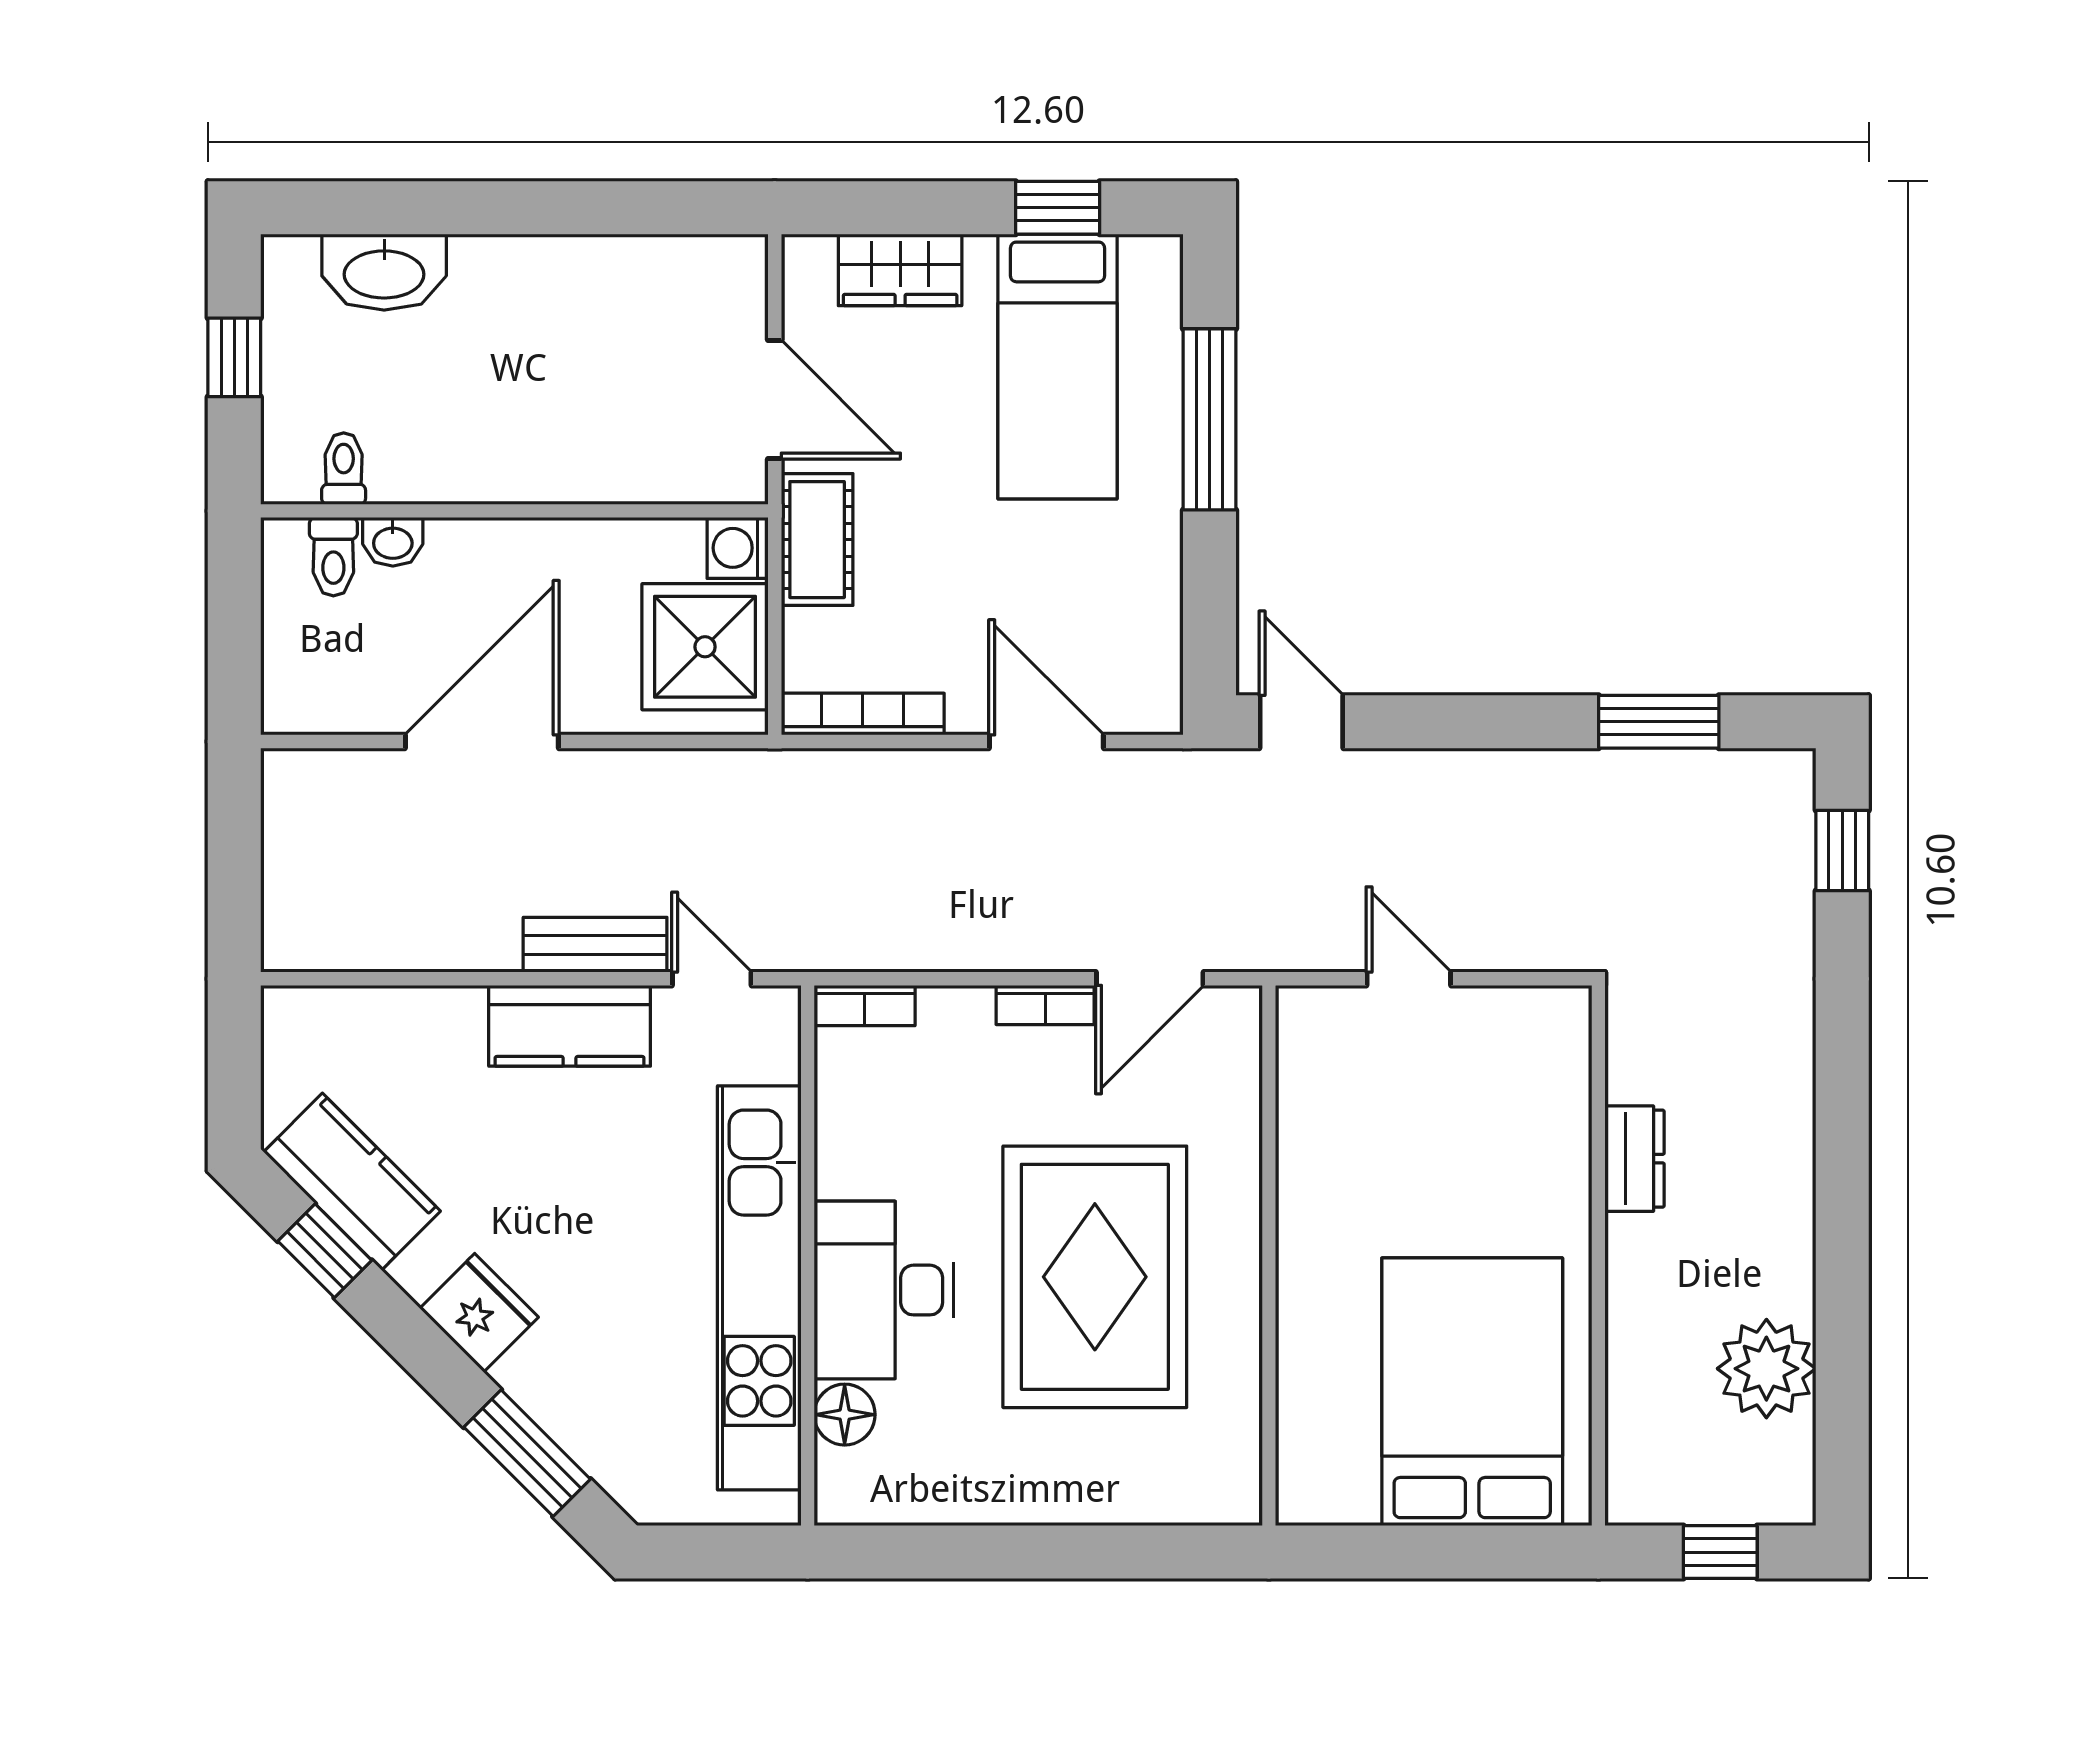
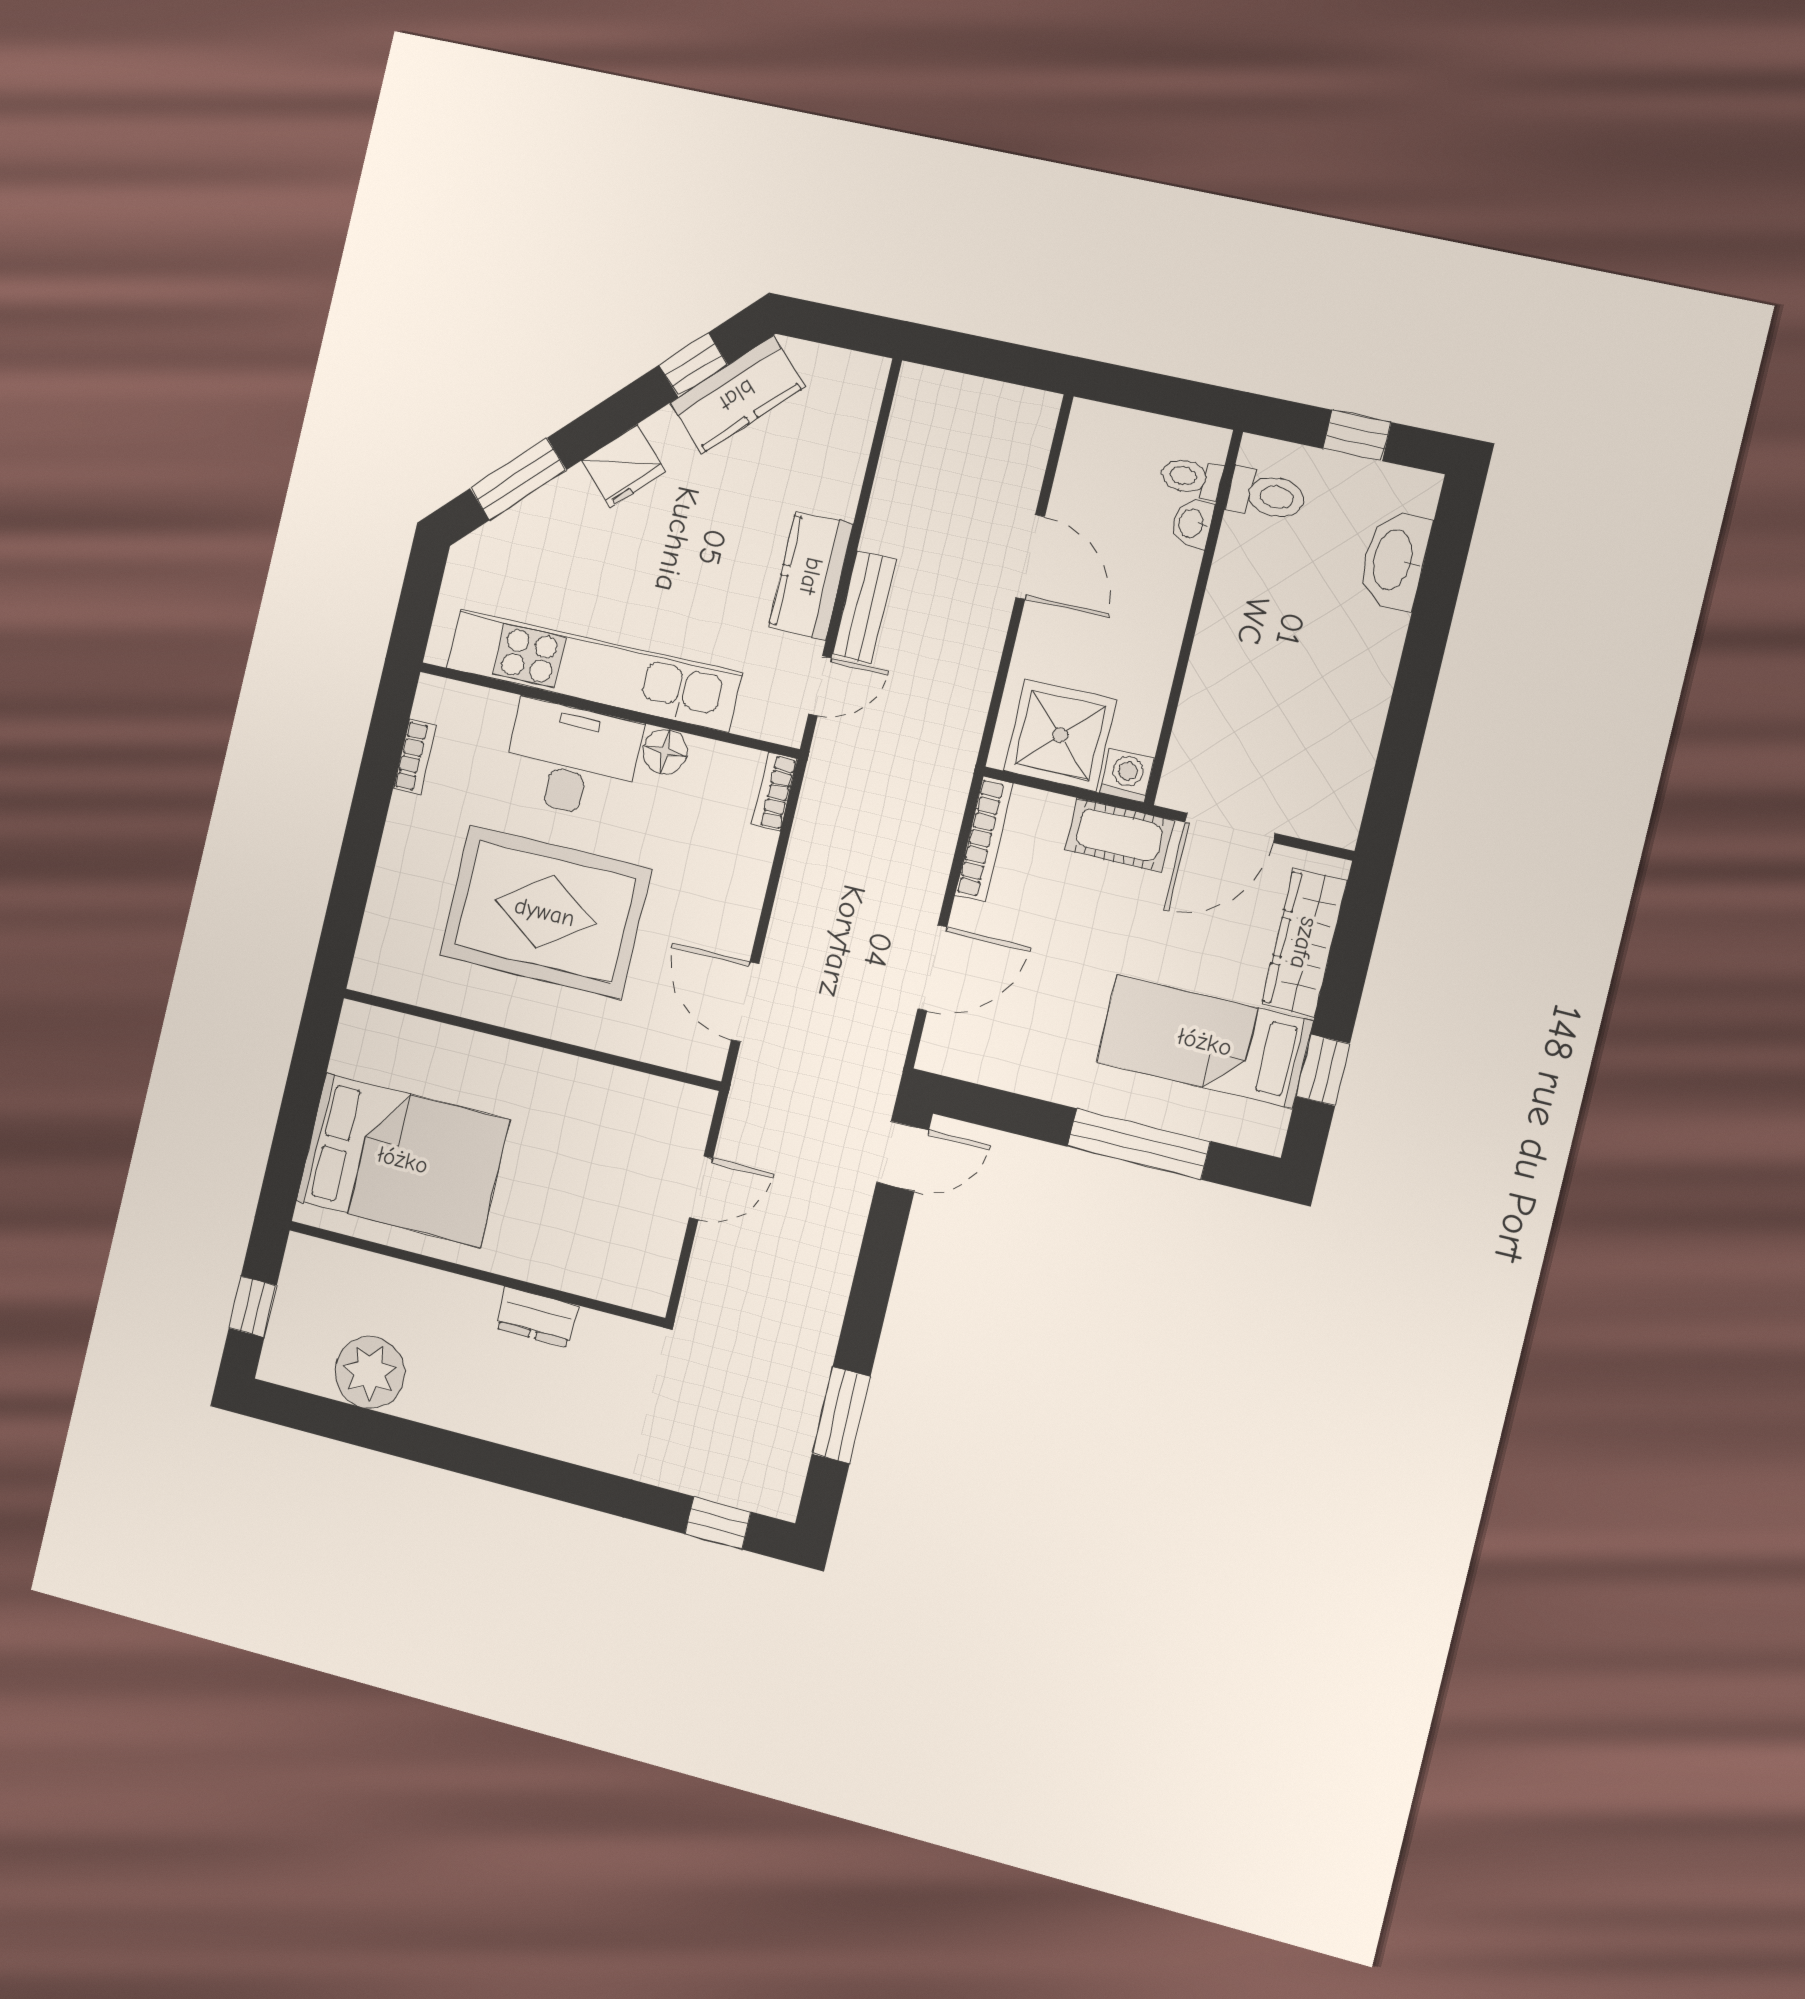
wardrobe: (900, 270) -> (1304, 943), width x1.50
toilet: (344, 469) -> (1266, 495), width x1.37, depth x1.39
door: (482, 742) -> (1030, 557), width x0.73
bookcase: (1045, 1005) -> (415, 757), moved, turned 180
floor lamp: (845, 1415) -> (665, 751), moved

